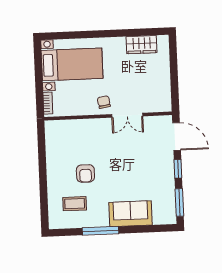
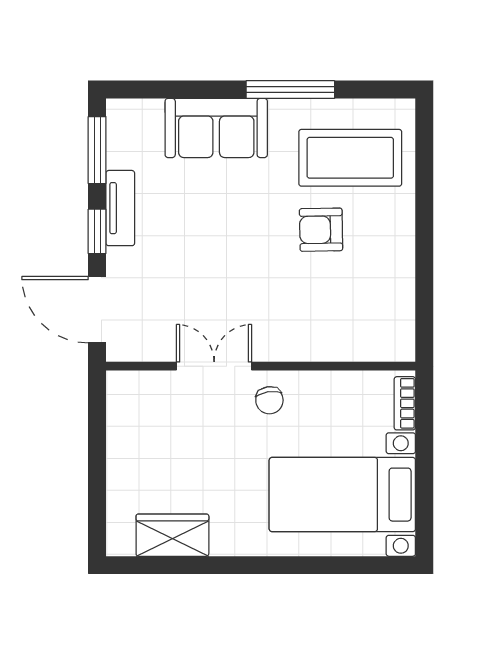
armchair: (85, 173) -> (321, 230), turned -91
tv unit: (169, 179) -> (120, 208), added
coffee table: (75, 204) -> (350, 158), width x1.86, depth x1.72

